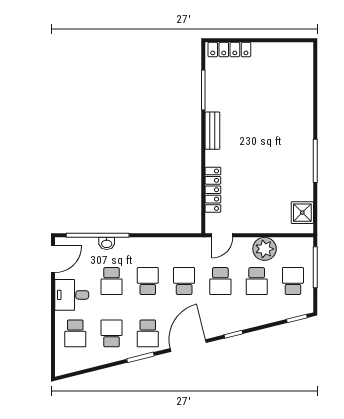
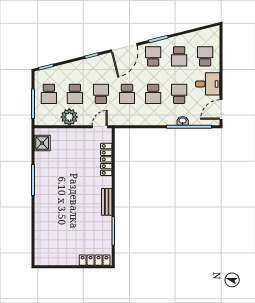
school desk: (257, 281) -> (75, 94), turned 180

